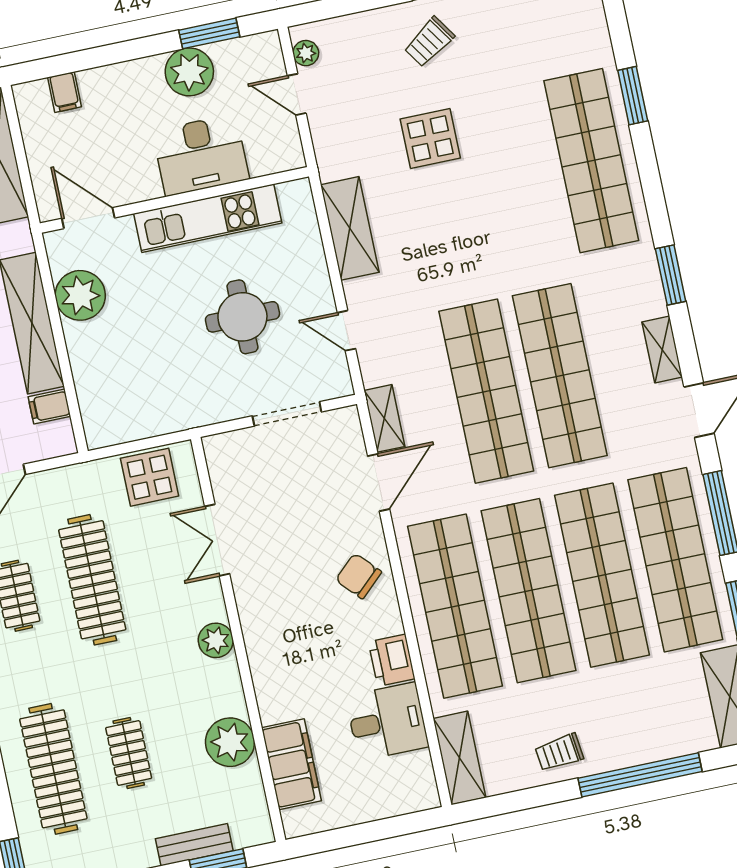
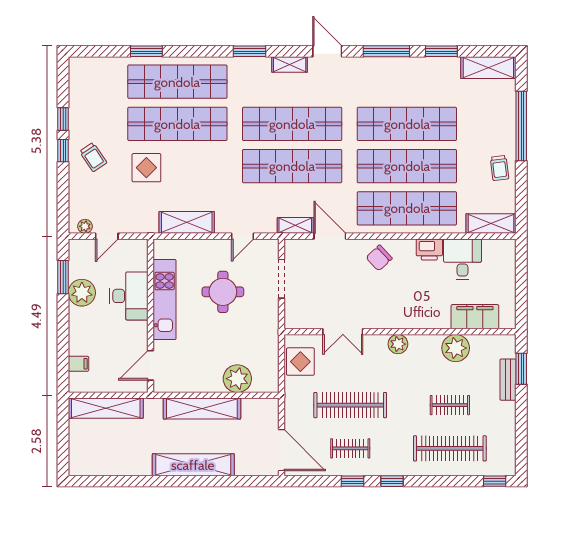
plant: (80, 295) -> (237, 379), moved
filing cabinet: (49, 407) -> (250, 409), removed
shop shelf: (675, 560) -> (177, 124), moved

